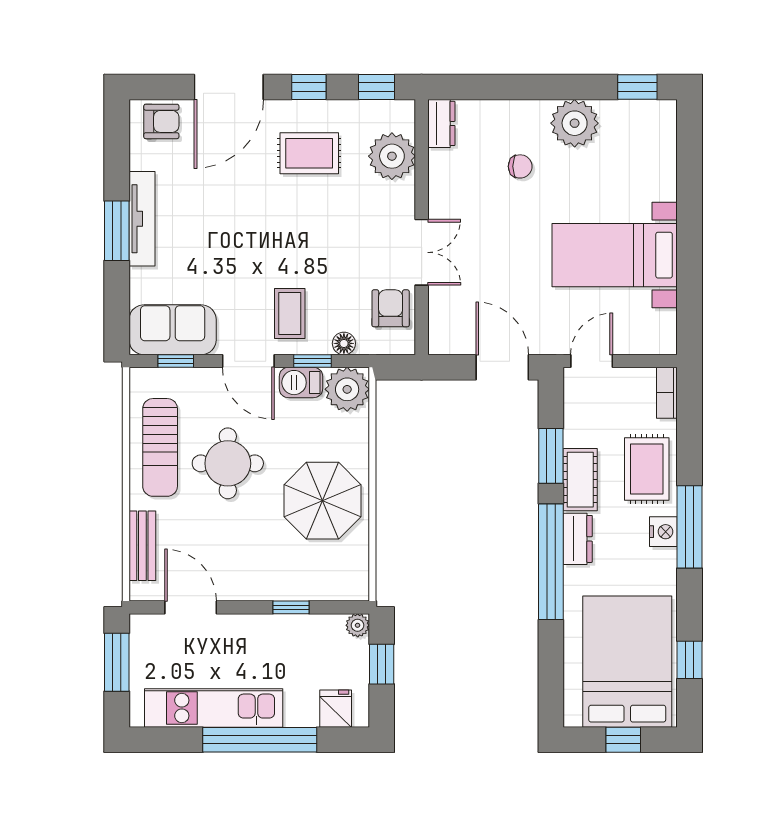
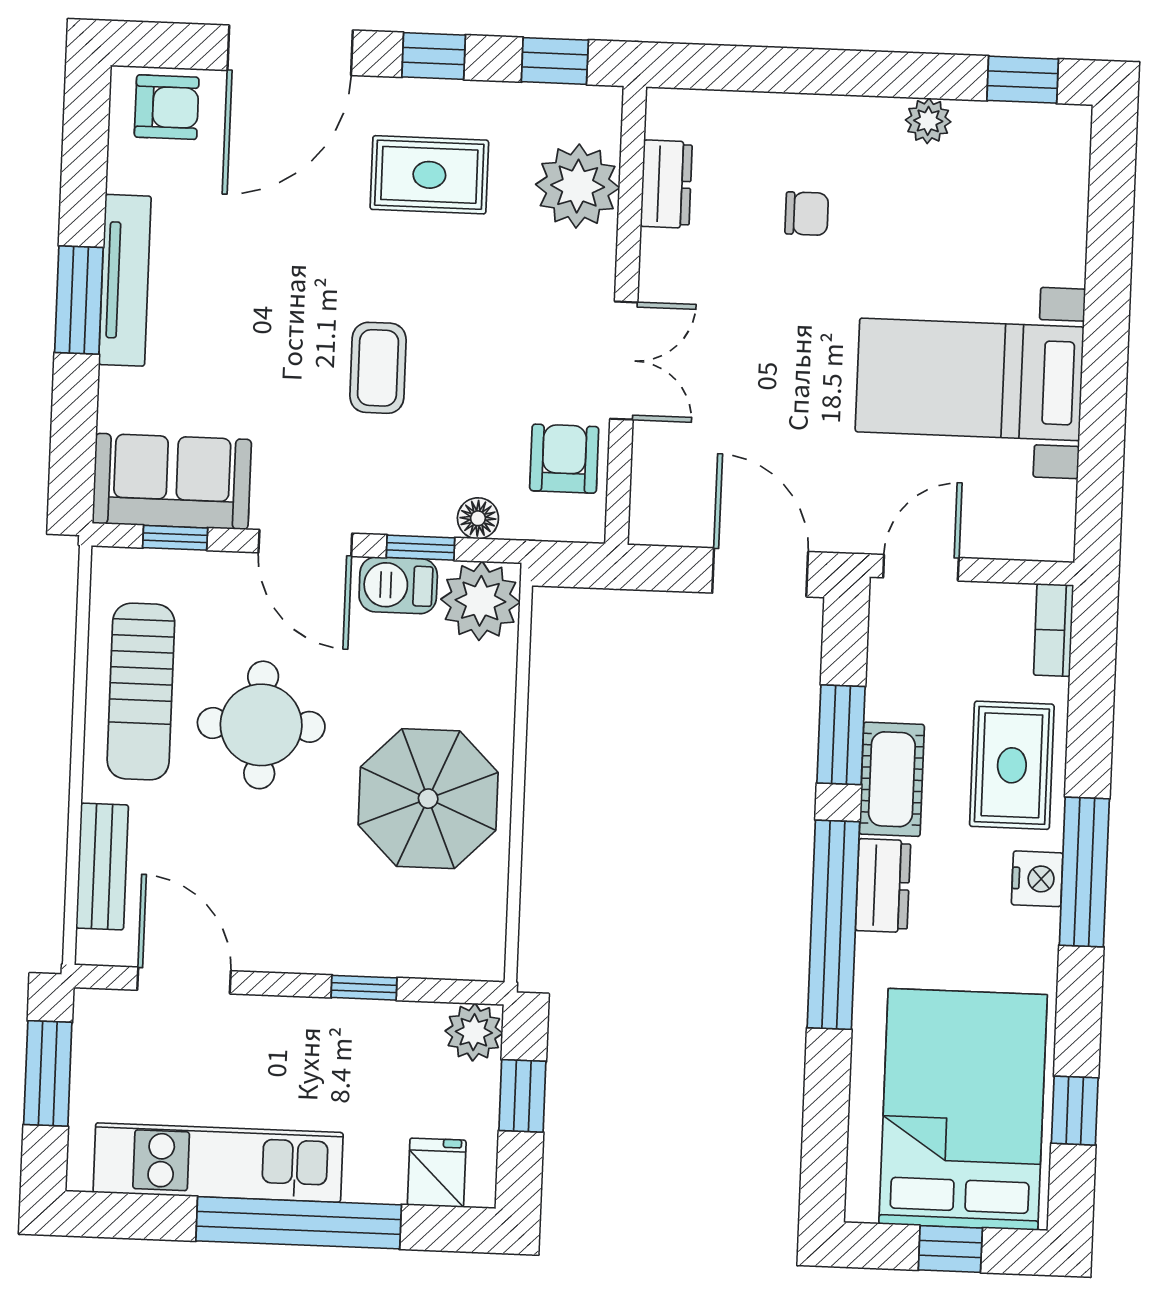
dresser: (441, 123) -> (666, 184), moved
plant: (575, 123) -> (928, 121), width x0.53, depth x0.53
coffee table: (290, 314) -> (378, 368), moved
plant: (358, 625) -> (474, 1032), width x1.38, depth x1.38

